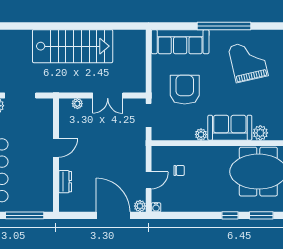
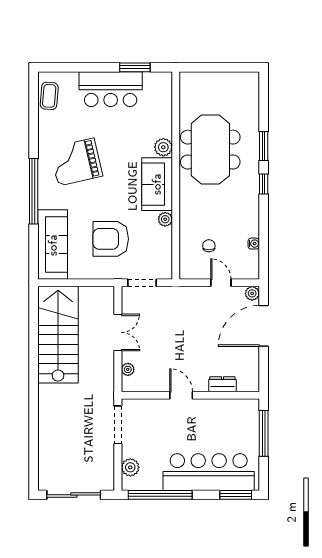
stairs: (73, 46) -> (58, 335), moved
doorway: (20, 95) -> (118, 425), moved
water cooler: (156, 207) -> (254, 244), moved

